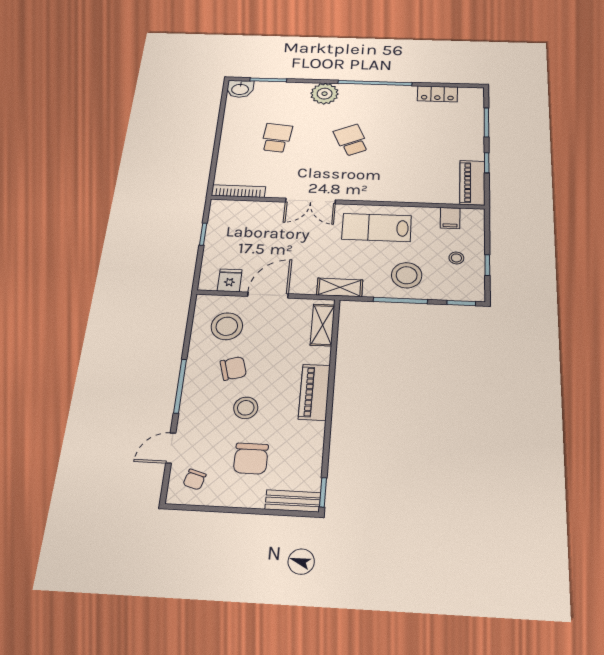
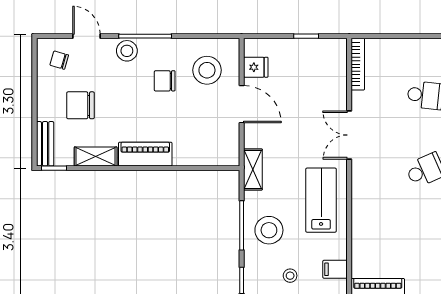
shelving: (323, 325) -> (96, 156), moved
chair: (233, 368) -> (165, 81), turned 106
stool: (246, 408) -> (127, 51), moved

